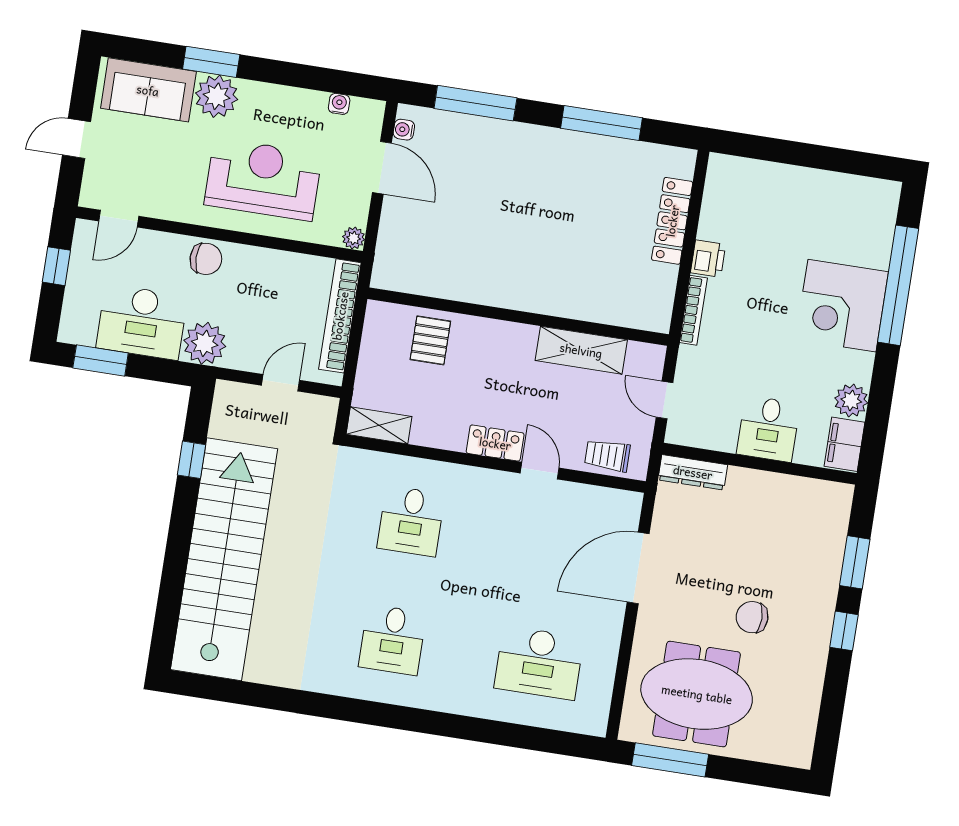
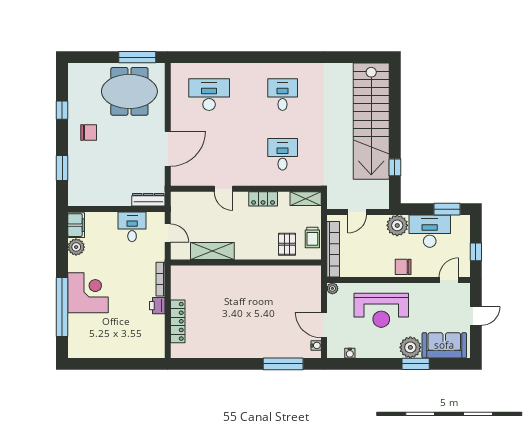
window: (601, 123) -> (220, 364), removed
desk: (768, 429) -> (132, 227), moved
locker: (495, 443) -> (263, 199), moved
trolley: (607, 455) -> (312, 237), moved, turned 90
chair: (752, 617) -> (89, 132), moved
window: (844, 631) -> (62, 110), moved

